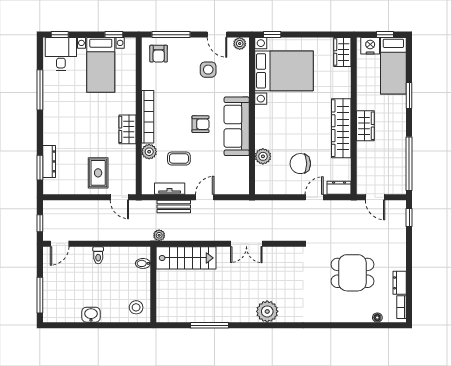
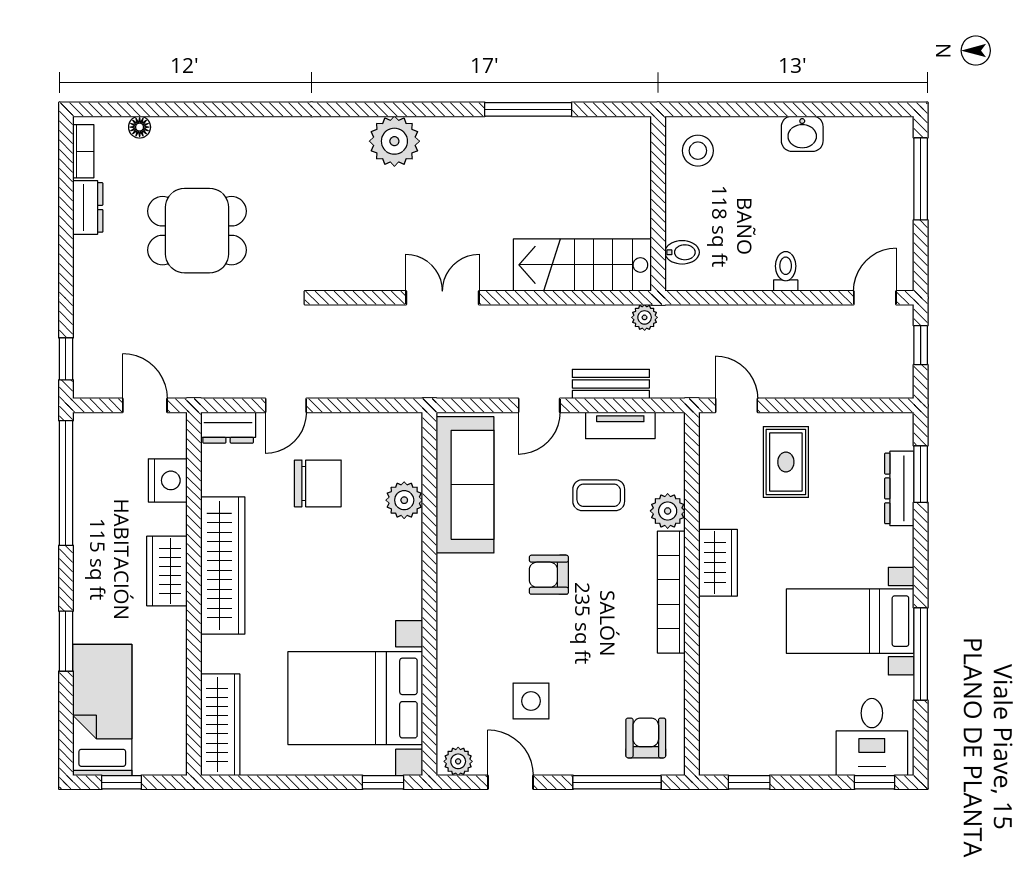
nightstand: (370, 46) -> (168, 480), moved, turned -90
wardrobe: (342, 52) -> (220, 725), width x1.50
bed with nightstands: (101, 65) -> (850, 621), moved, turned -90
sofa: (237, 126) -> (465, 485), moved

